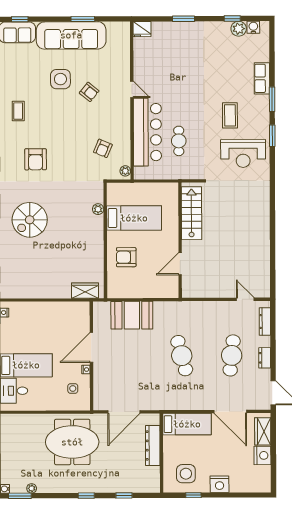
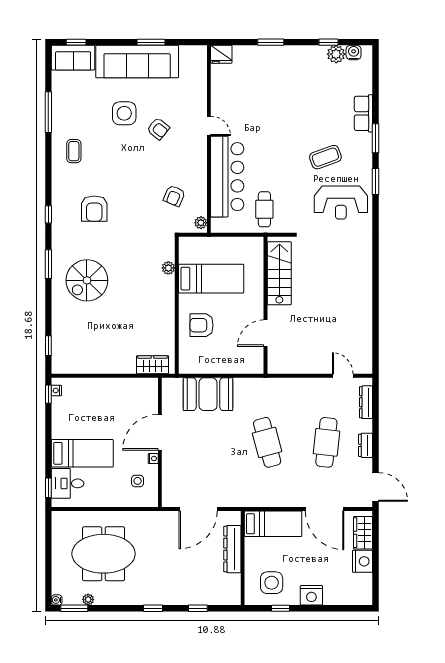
coffee table: (230, 115) -> (325, 157), turned 70
cafe table: (179, 141) -> (264, 209), moved
meeting table: (72, 442) -> (104, 554), moved

